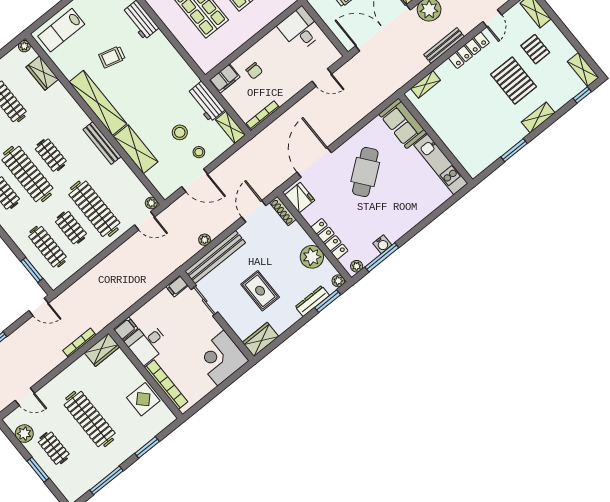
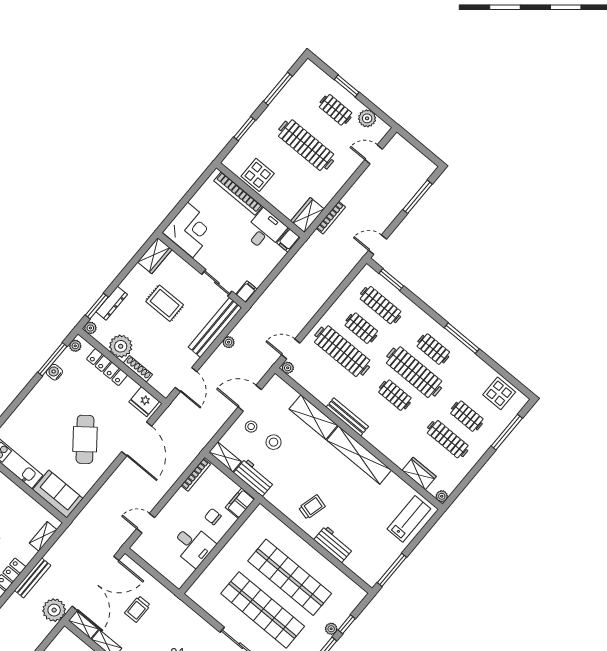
desk: (300, 29) -> (193, 545), moved
trolley: (112, 57) -> (312, 507), moved
shoe rack: (283, 211) -> (138, 369), moved

